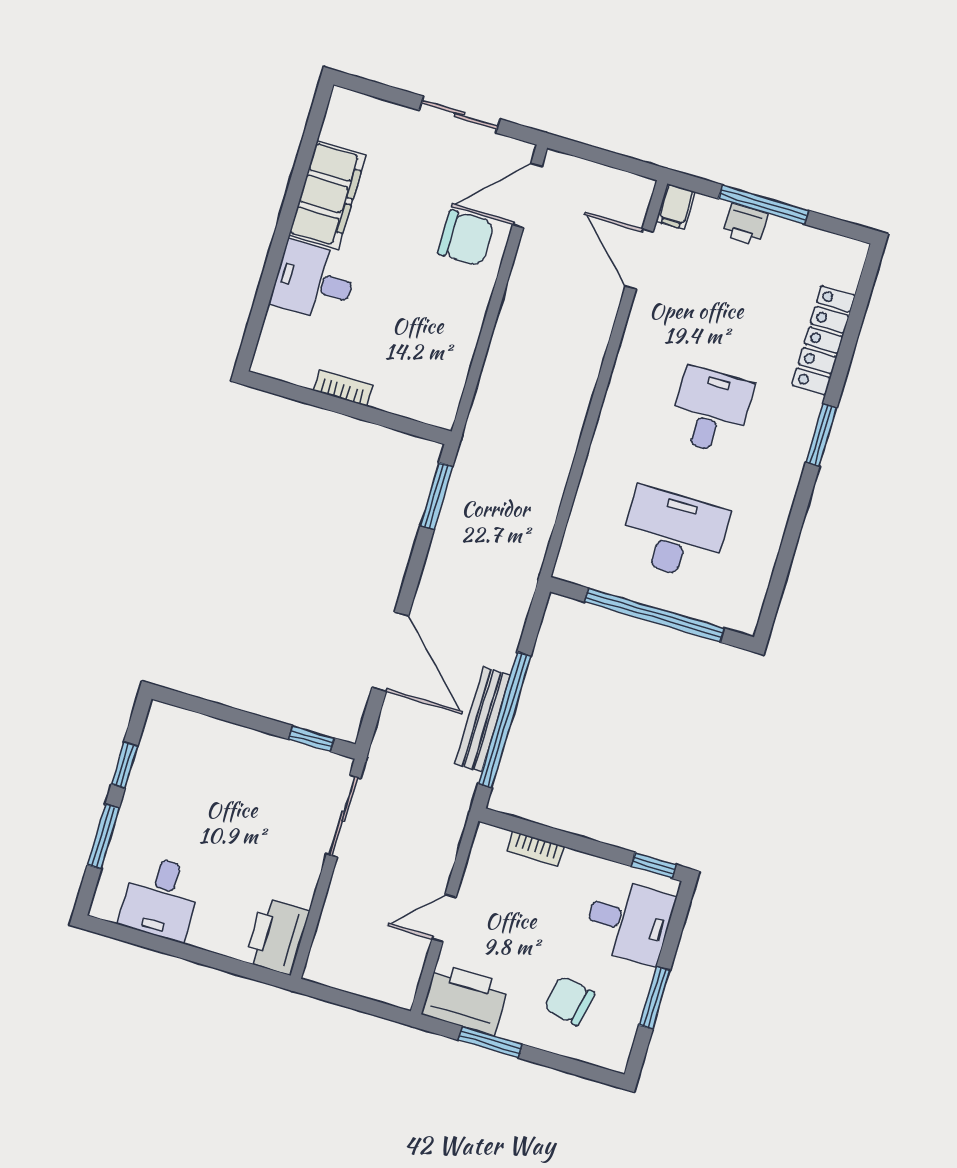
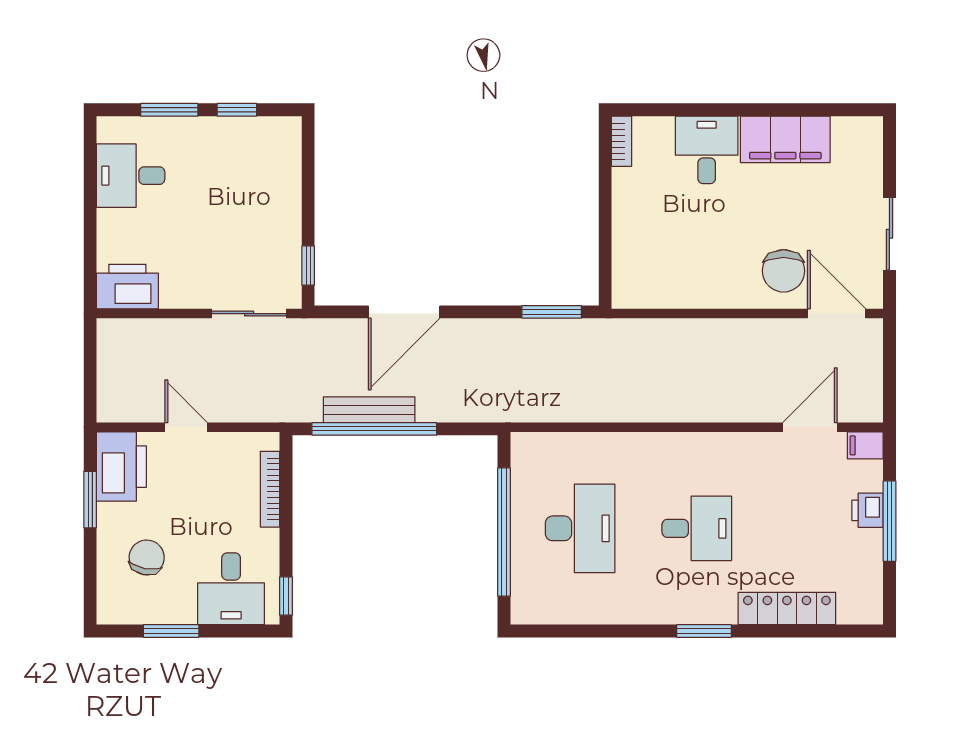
bookcase: (343, 388) -> (621, 141), moved
bookcase: (536, 849) -> (270, 489), width x1.56

